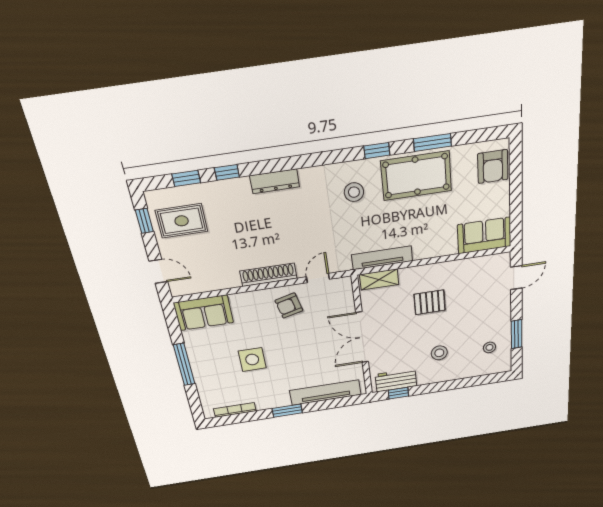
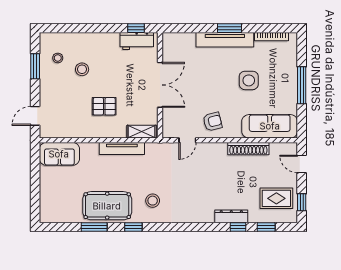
armchair: (493, 167) -> (52, 204), removed
dresser: (275, 181) -> (231, 216), moved
tv unit: (382, 258) -> (122, 148), moved
shoe rack: (268, 275) -> (248, 149), moved
sofa: (204, 313) -> (270, 126), width x1.36
stool: (439, 353) -> (82, 69), moved
tv unit: (325, 393) -> (225, 40), moved

